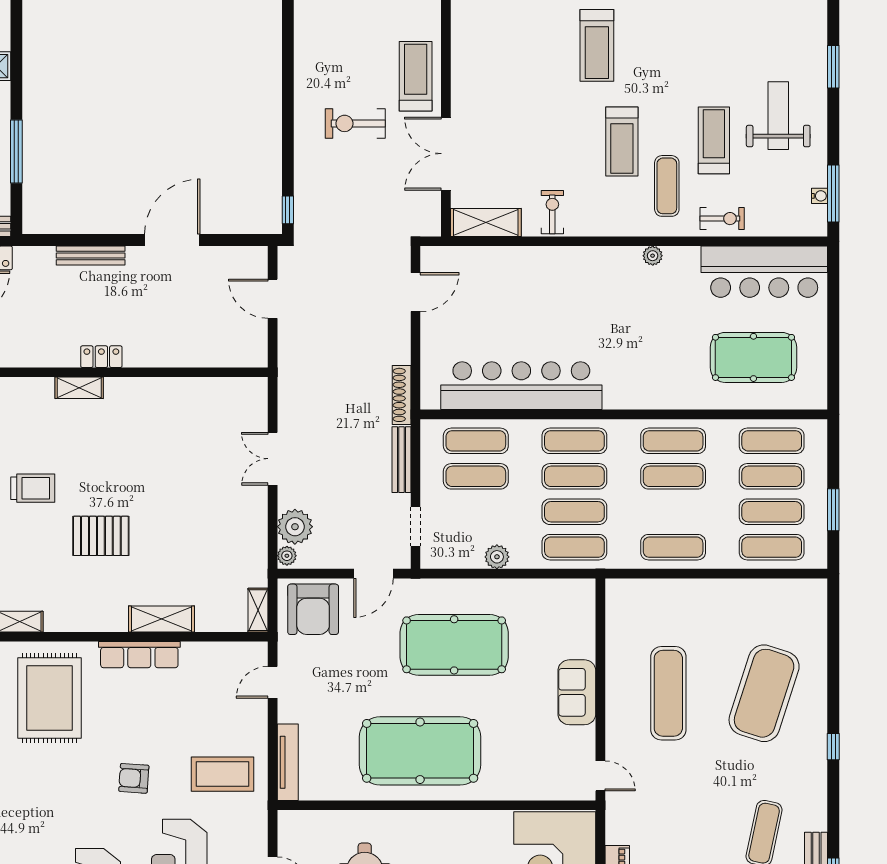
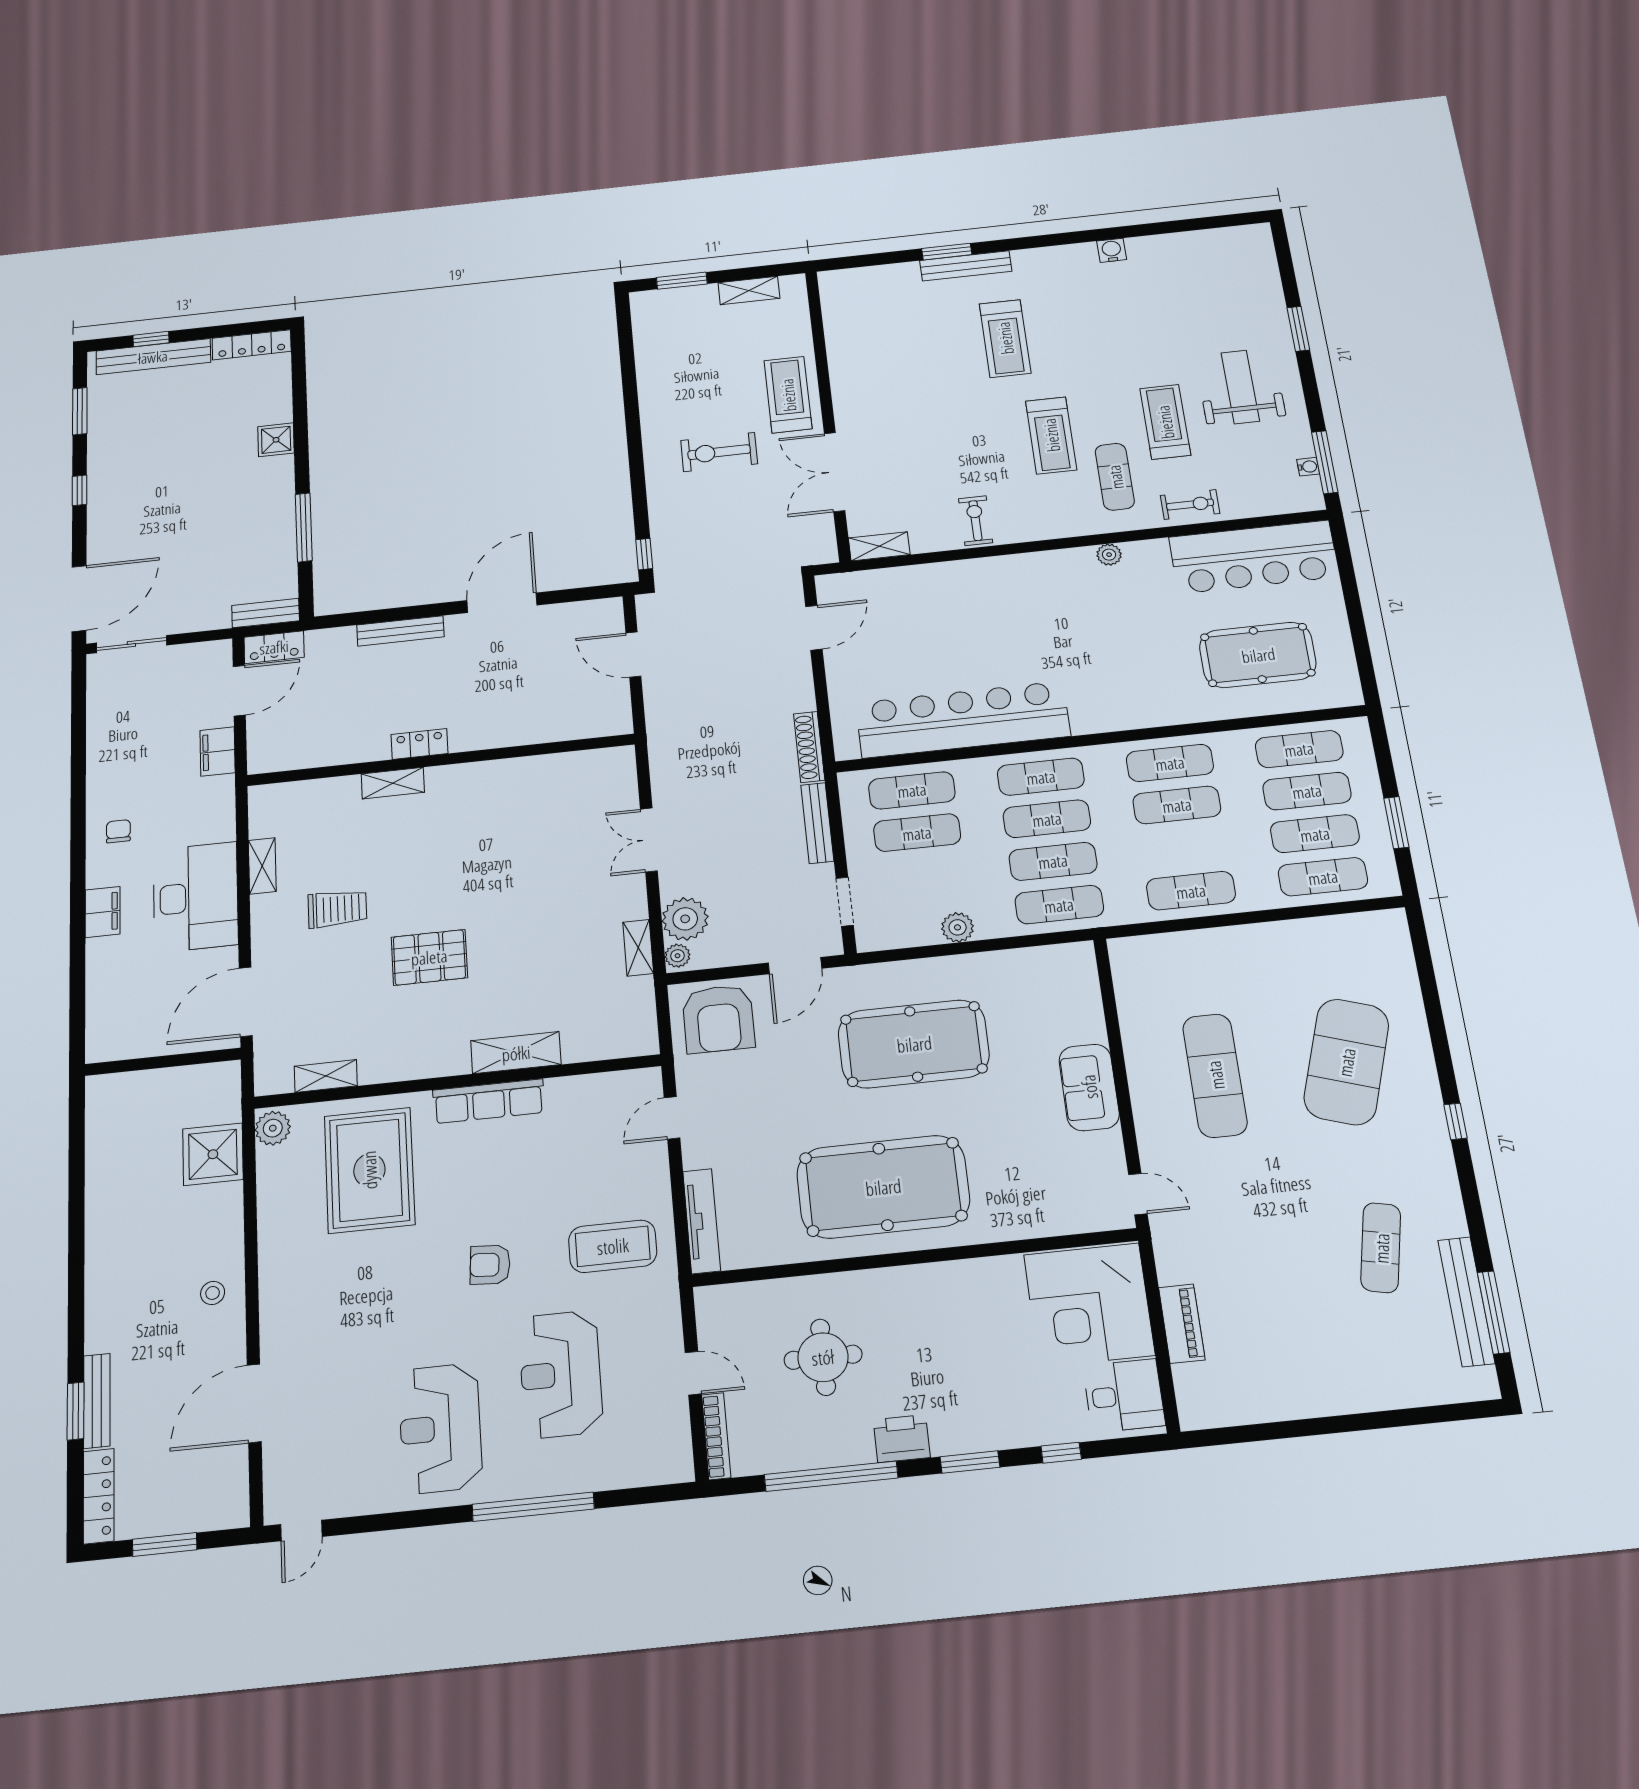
shelving: (486, 222) -> (879, 546), width x0.67, depth x0.75
shelving: (258, 610) -> (638, 948), moved

